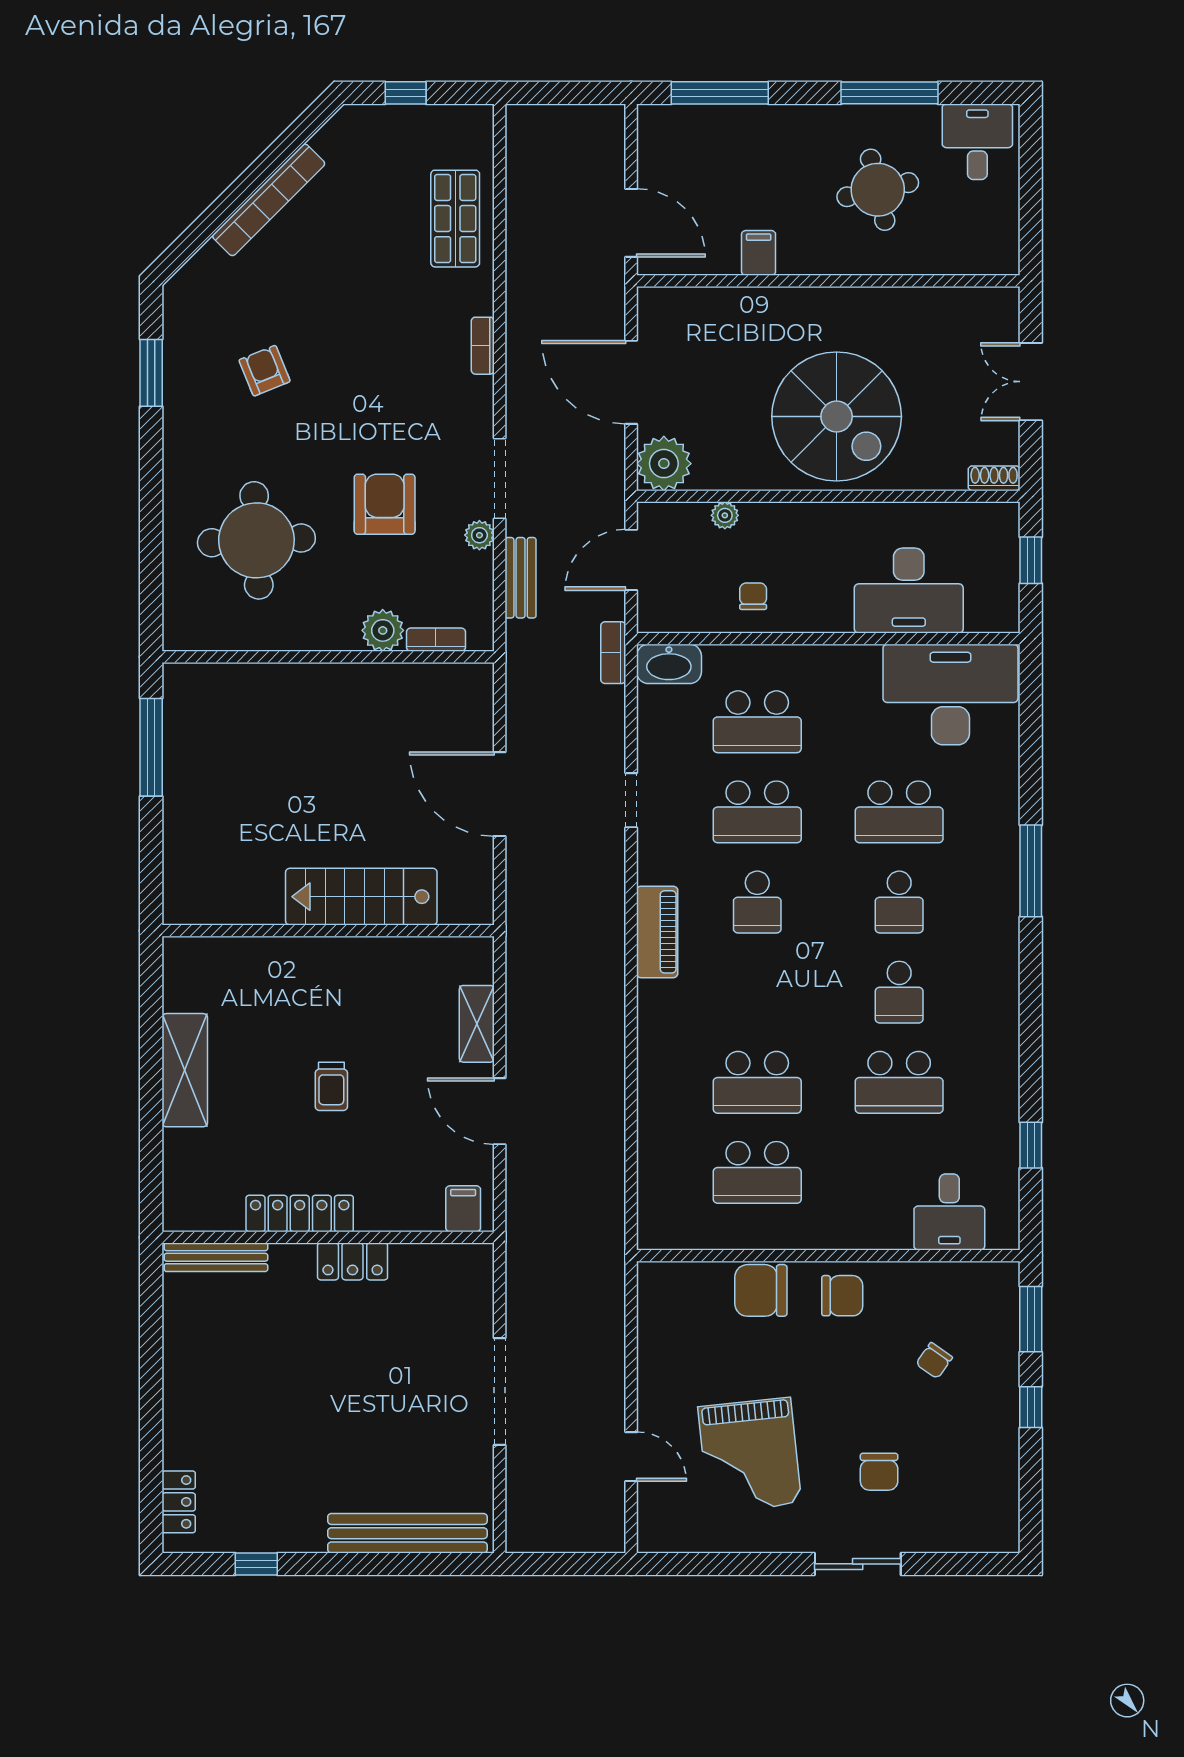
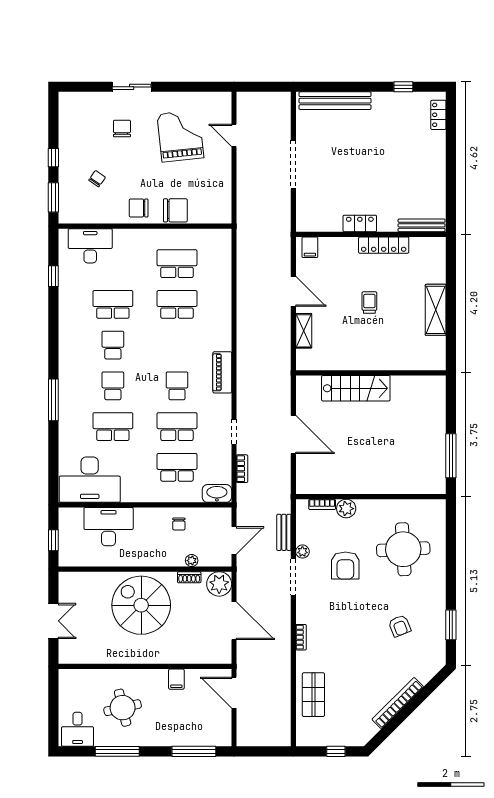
shoe rack: (994, 478) -> (189, 577), moved
bookcase: (613, 653) -> (242, 469), moved
desk: (949, 1212) -> (90, 246), width x1.37

